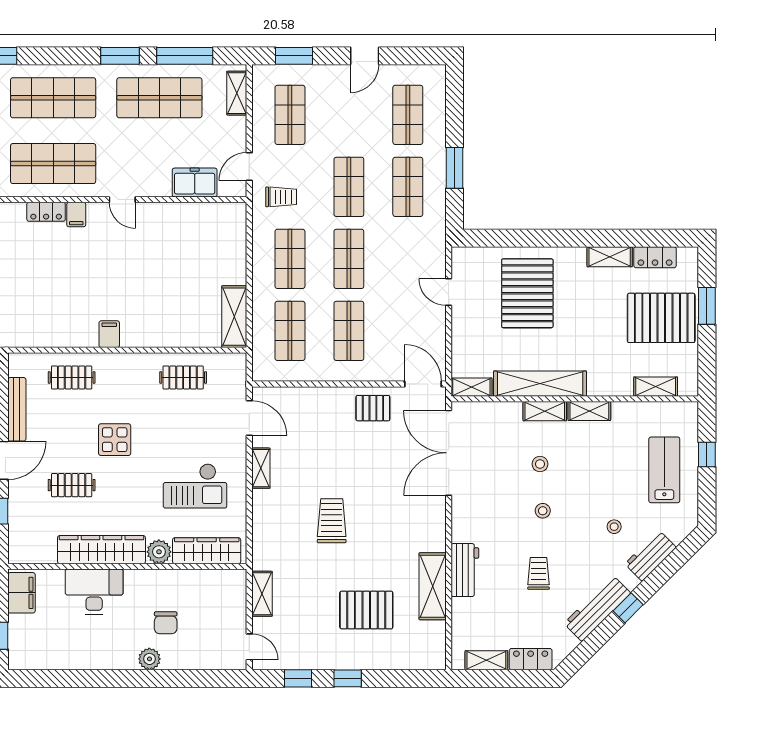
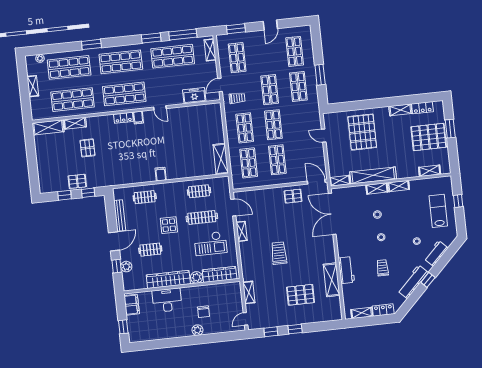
clothes rail: (183, 431) -> (202, 217), added
plant: (19, 514) -> (126, 267), added
door: (249, 647) -> (245, 319), swing flipped

